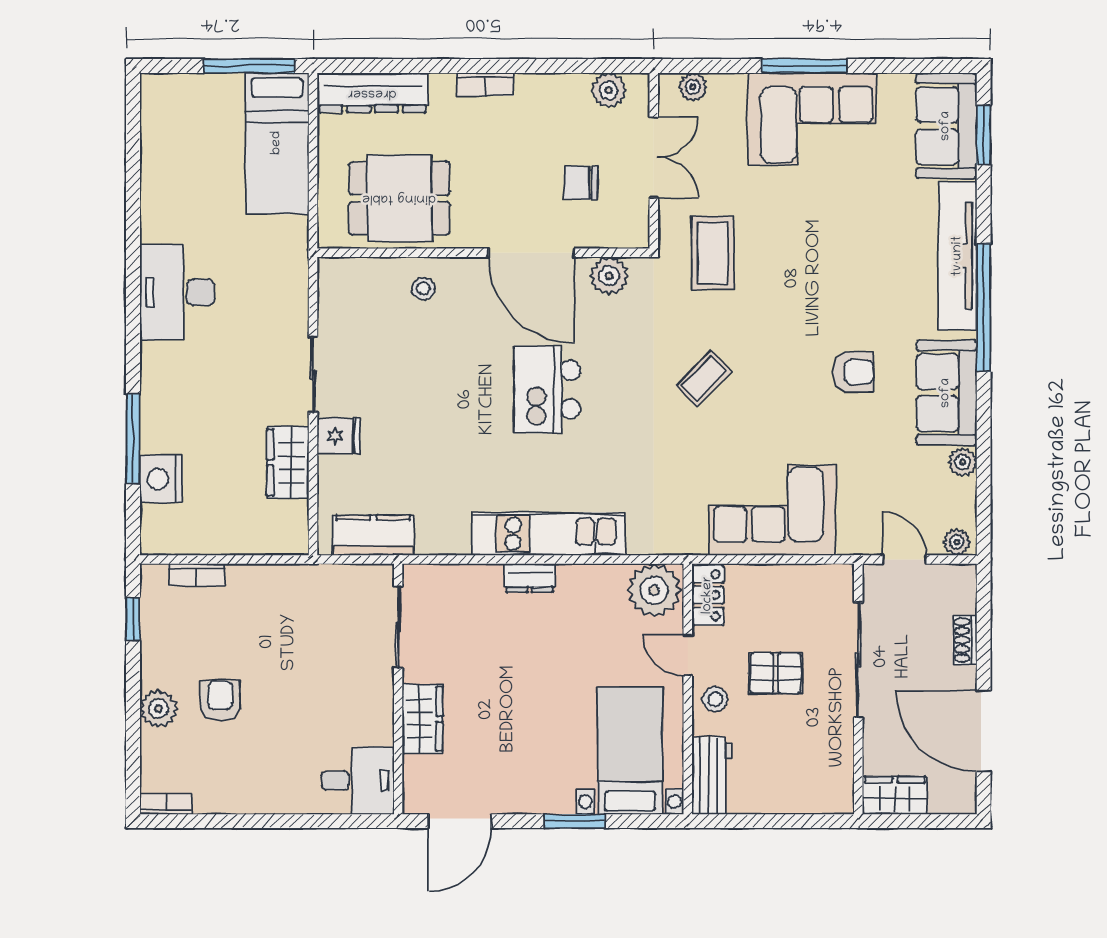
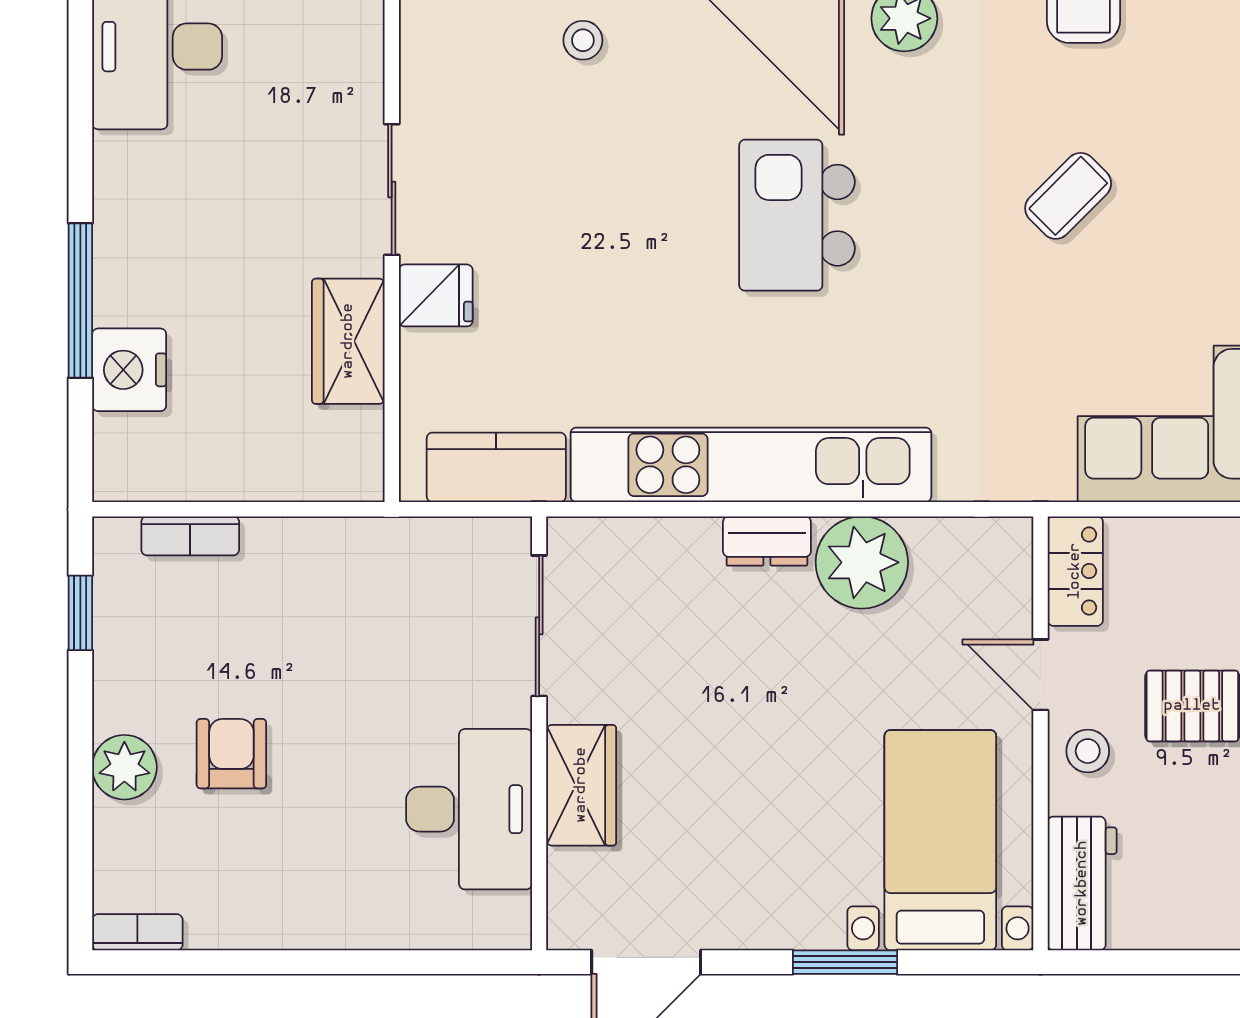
kitchen unit: (548, 534) -> (751, 465), width x1.36
plant: (654, 590) -> (862, 562), moved
desk: (358, 781) -> (469, 809), moved, width x1.37

